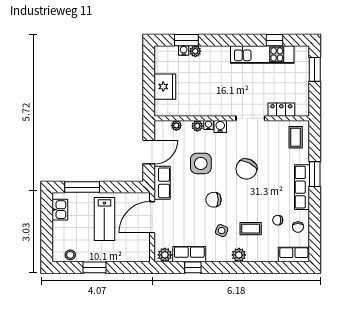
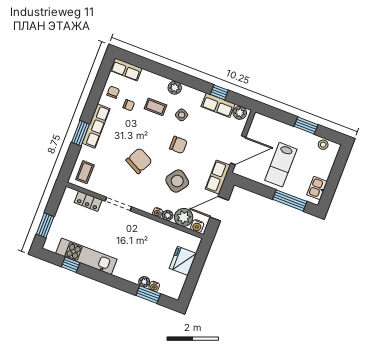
plant: (176, 125) -> (184, 217), width x1.87, depth x1.87
water cooler: (220, 126) -> (197, 226), moved
side table: (201, 163) -> (177, 181), turned 36
lab bench: (104, 219) -> (281, 165), turned 180

